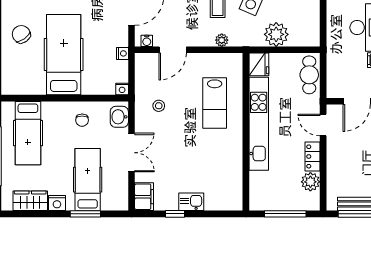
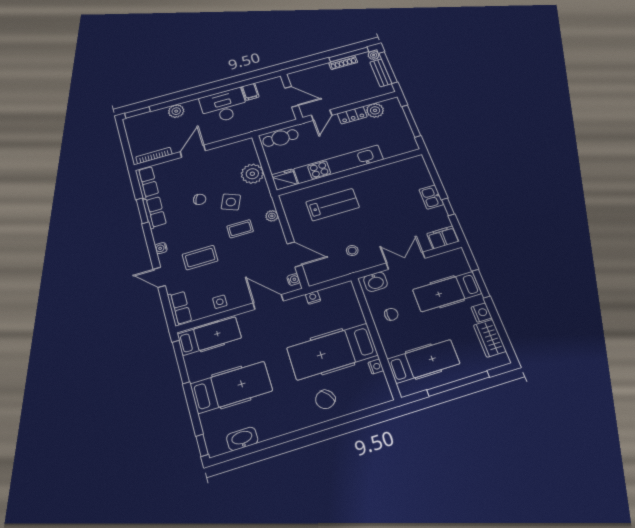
nightstand: (122, 89) -> (376, 367), moved

